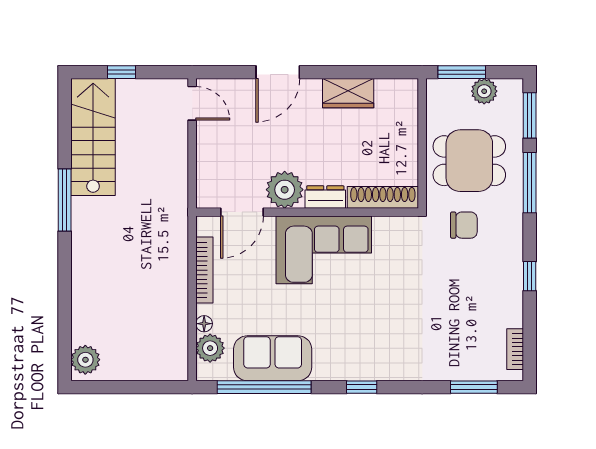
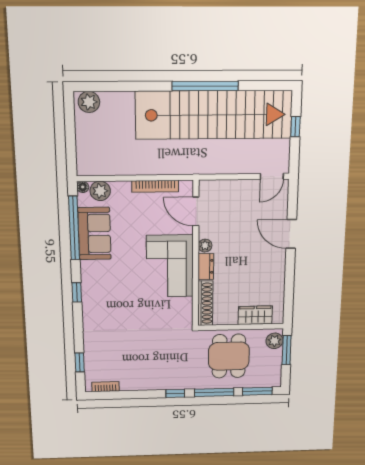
plant: (484, 91) -> (274, 341), moved
wardrobe: (348, 93) -> (255, 315), moved, turned 90
stairs: (93, 137) -> (214, 115), width x1.86, depth x1.51
plant: (285, 190) -> (205, 246), width x0.53, depth x0.53
window: (65, 200) -> (205, 86), width x1.46
chair: (464, 225) -> (187, 354), removed
window: (530, 276) -> (175, 393), moved
floor lamp: (204, 324) -> (83, 187), moved
window: (474, 387) -> (80, 362), width x0.67

